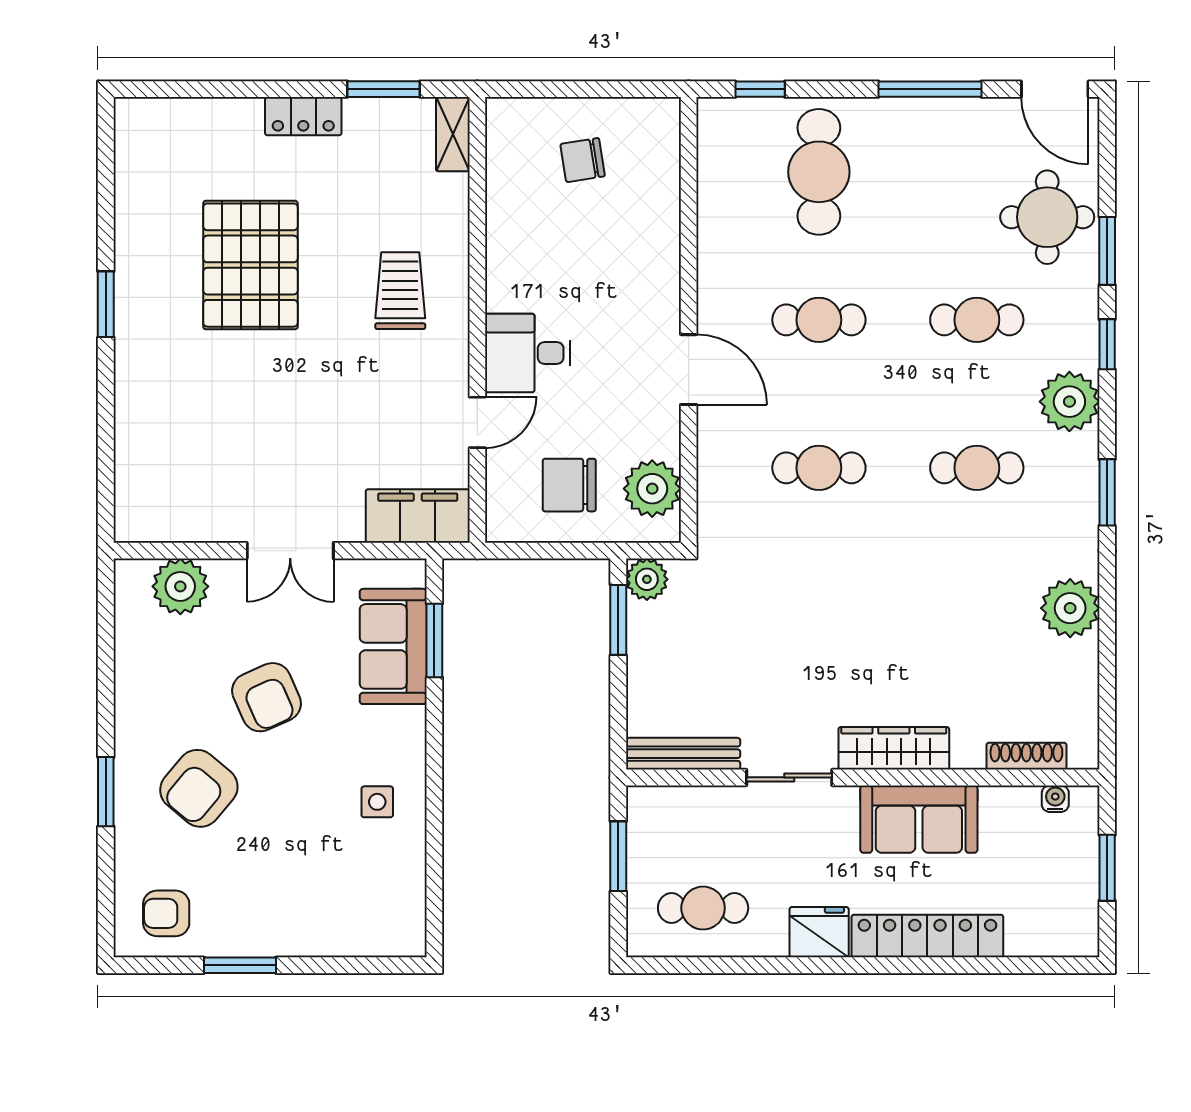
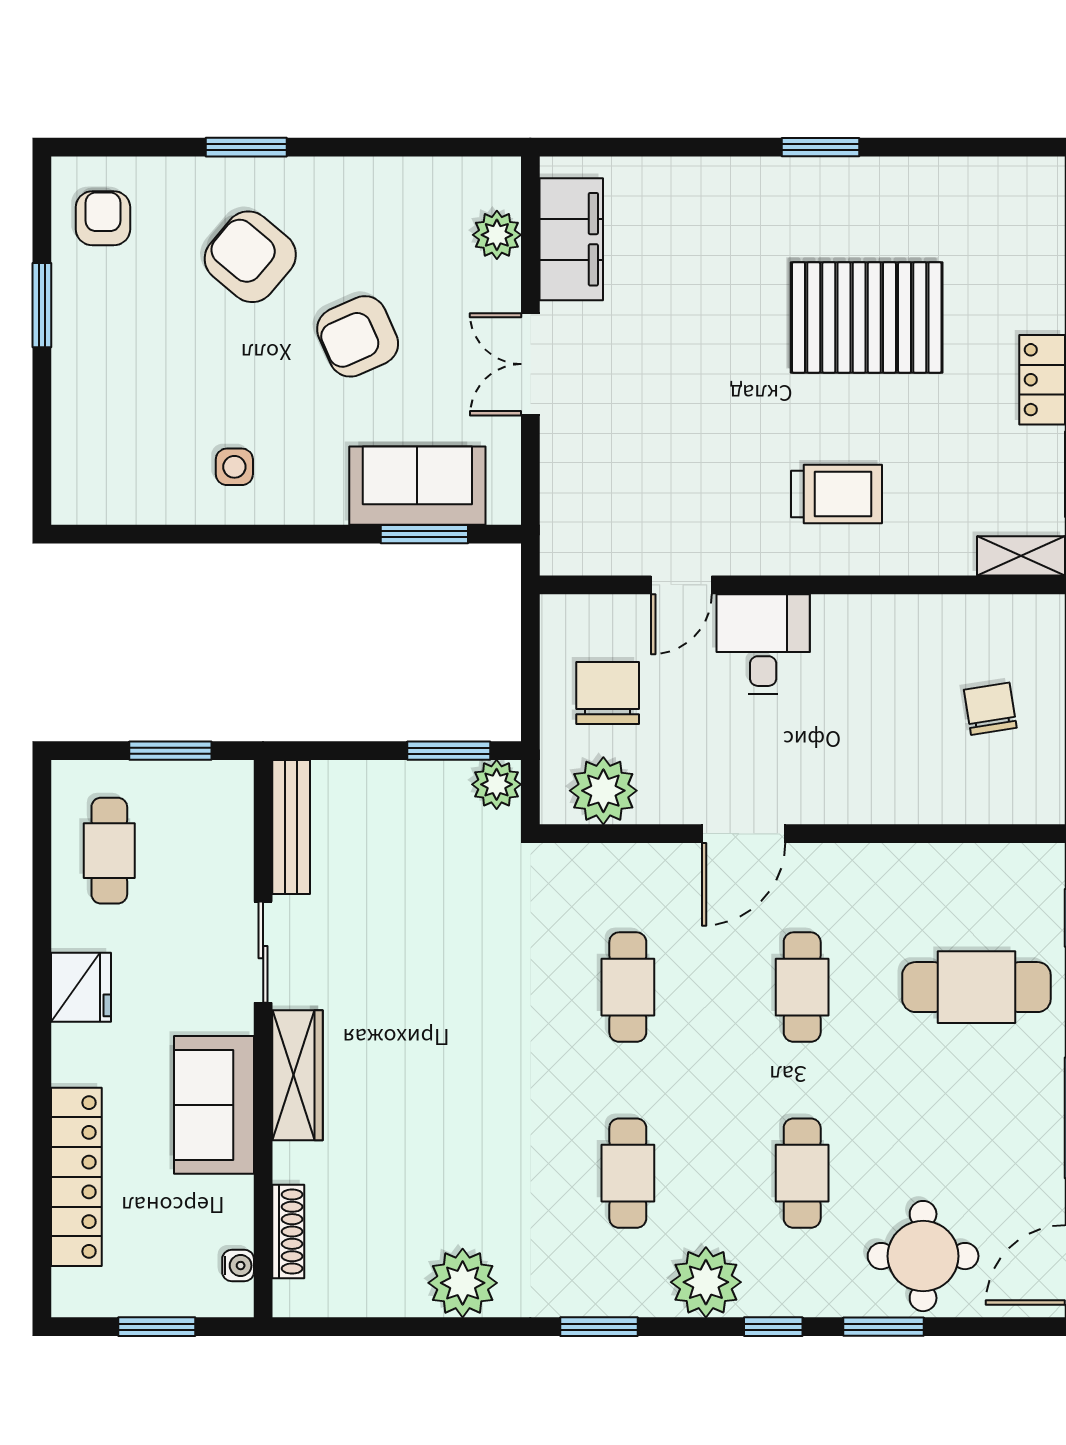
door: (477, 422) -> (681, 585), hinge flipped
filing cabinet: (418, 516) -> (571, 239), moved
plant: (180, 586) -> (497, 235), width x0.73, depth x0.73
locker: (927, 936) -> (76, 1177), moved

